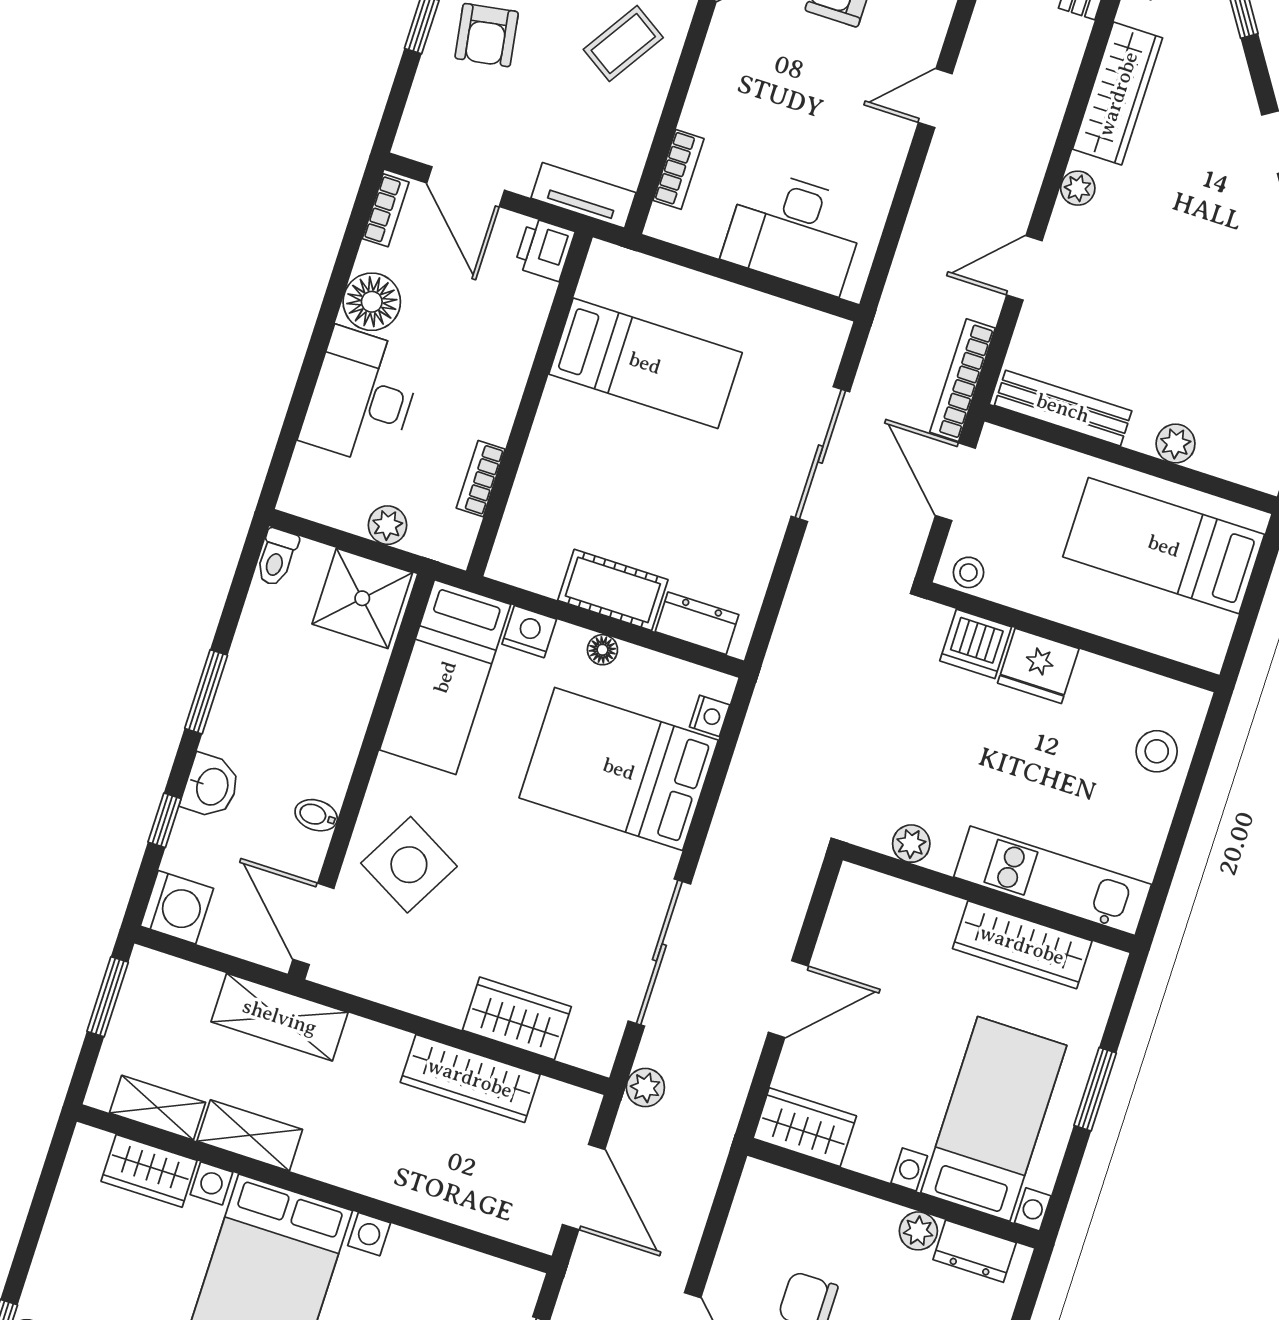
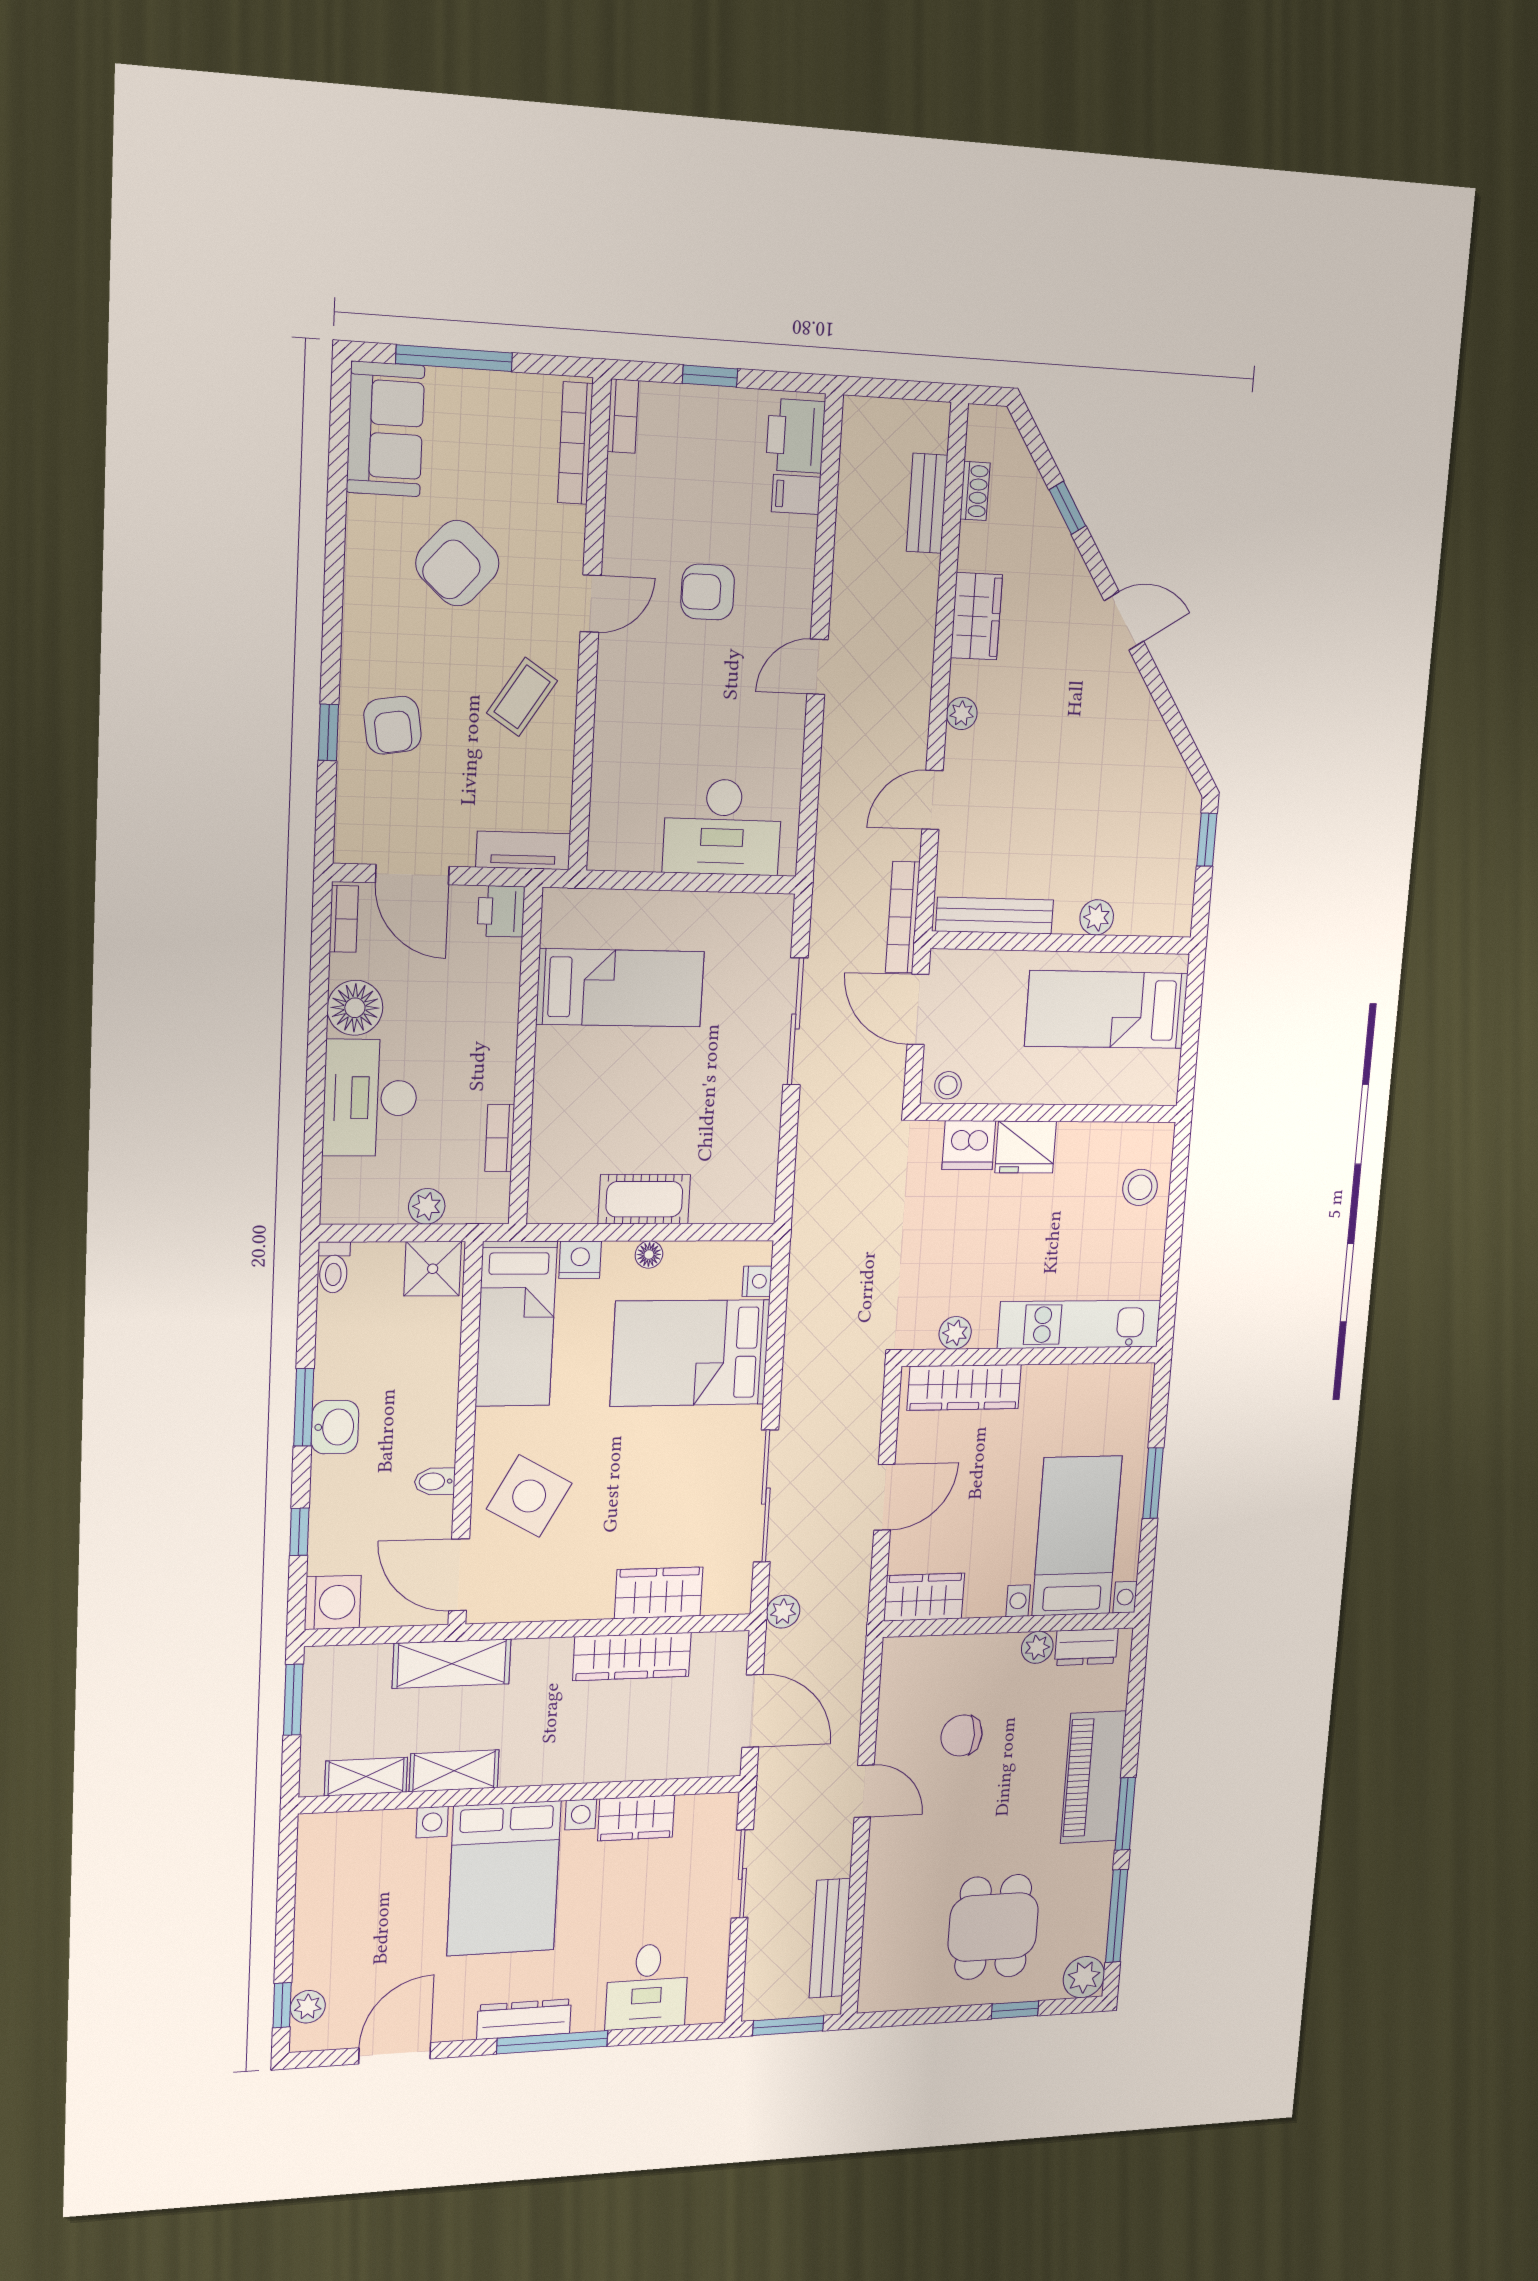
wardrobe: (1118, 94) -> (976, 616), width x0.67
bookcase: (678, 169) -> (604, 801), removed
shower: (362, 598) -> (433, 1269), width x0.73, depth x0.73
dresser: (697, 623) -> (726, 1205), removed
washbasin: (211, 786) -> (335, 1427), moved
wardrobe: (1022, 945) -> (964, 1387), moved
wardrobe: (149, 1171) -> (636, 1818), moved

